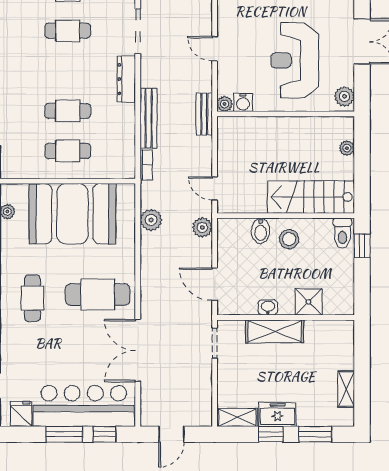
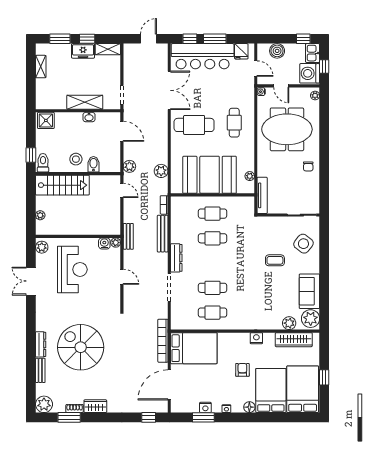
shower: (309, 302) -> (46, 120), moved

